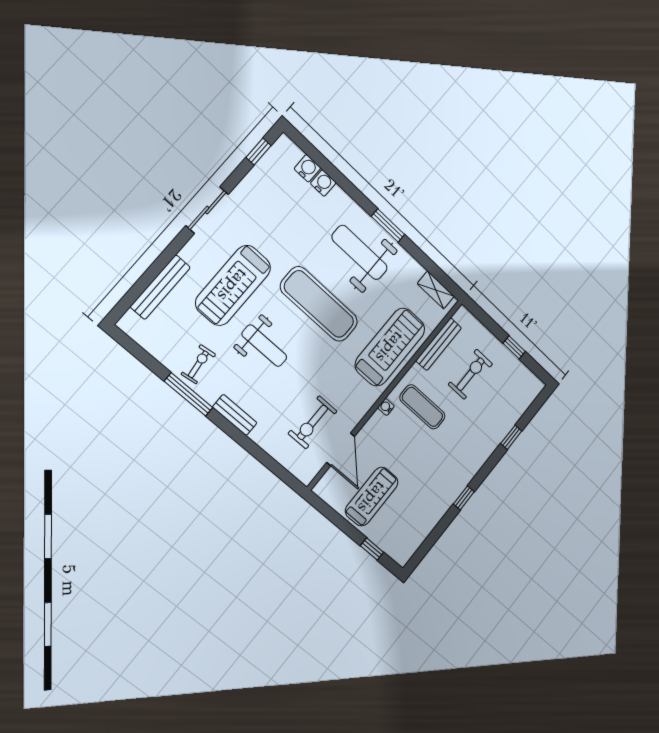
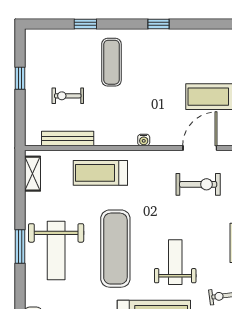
treadmill: (390, 347) -> (100, 173), width x0.73, depth x0.73
exercise bike: (470, 374) -> (68, 96), width x0.73, depth x0.72
exercise mat: (422, 407) -> (111, 62), moved

